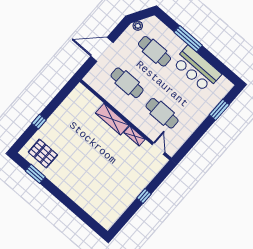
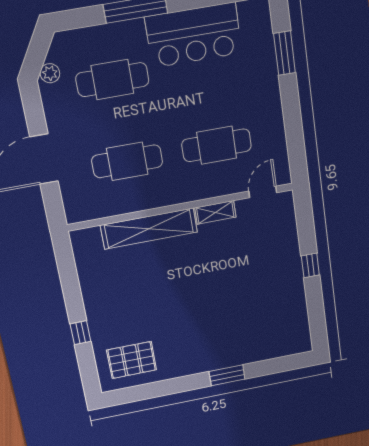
shelving: (112, 119) -> (149, 229), width x1.47
door: (158, 148) -> (263, 192), hinge flipped
window: (35, 174) -> (227, 375), moved

